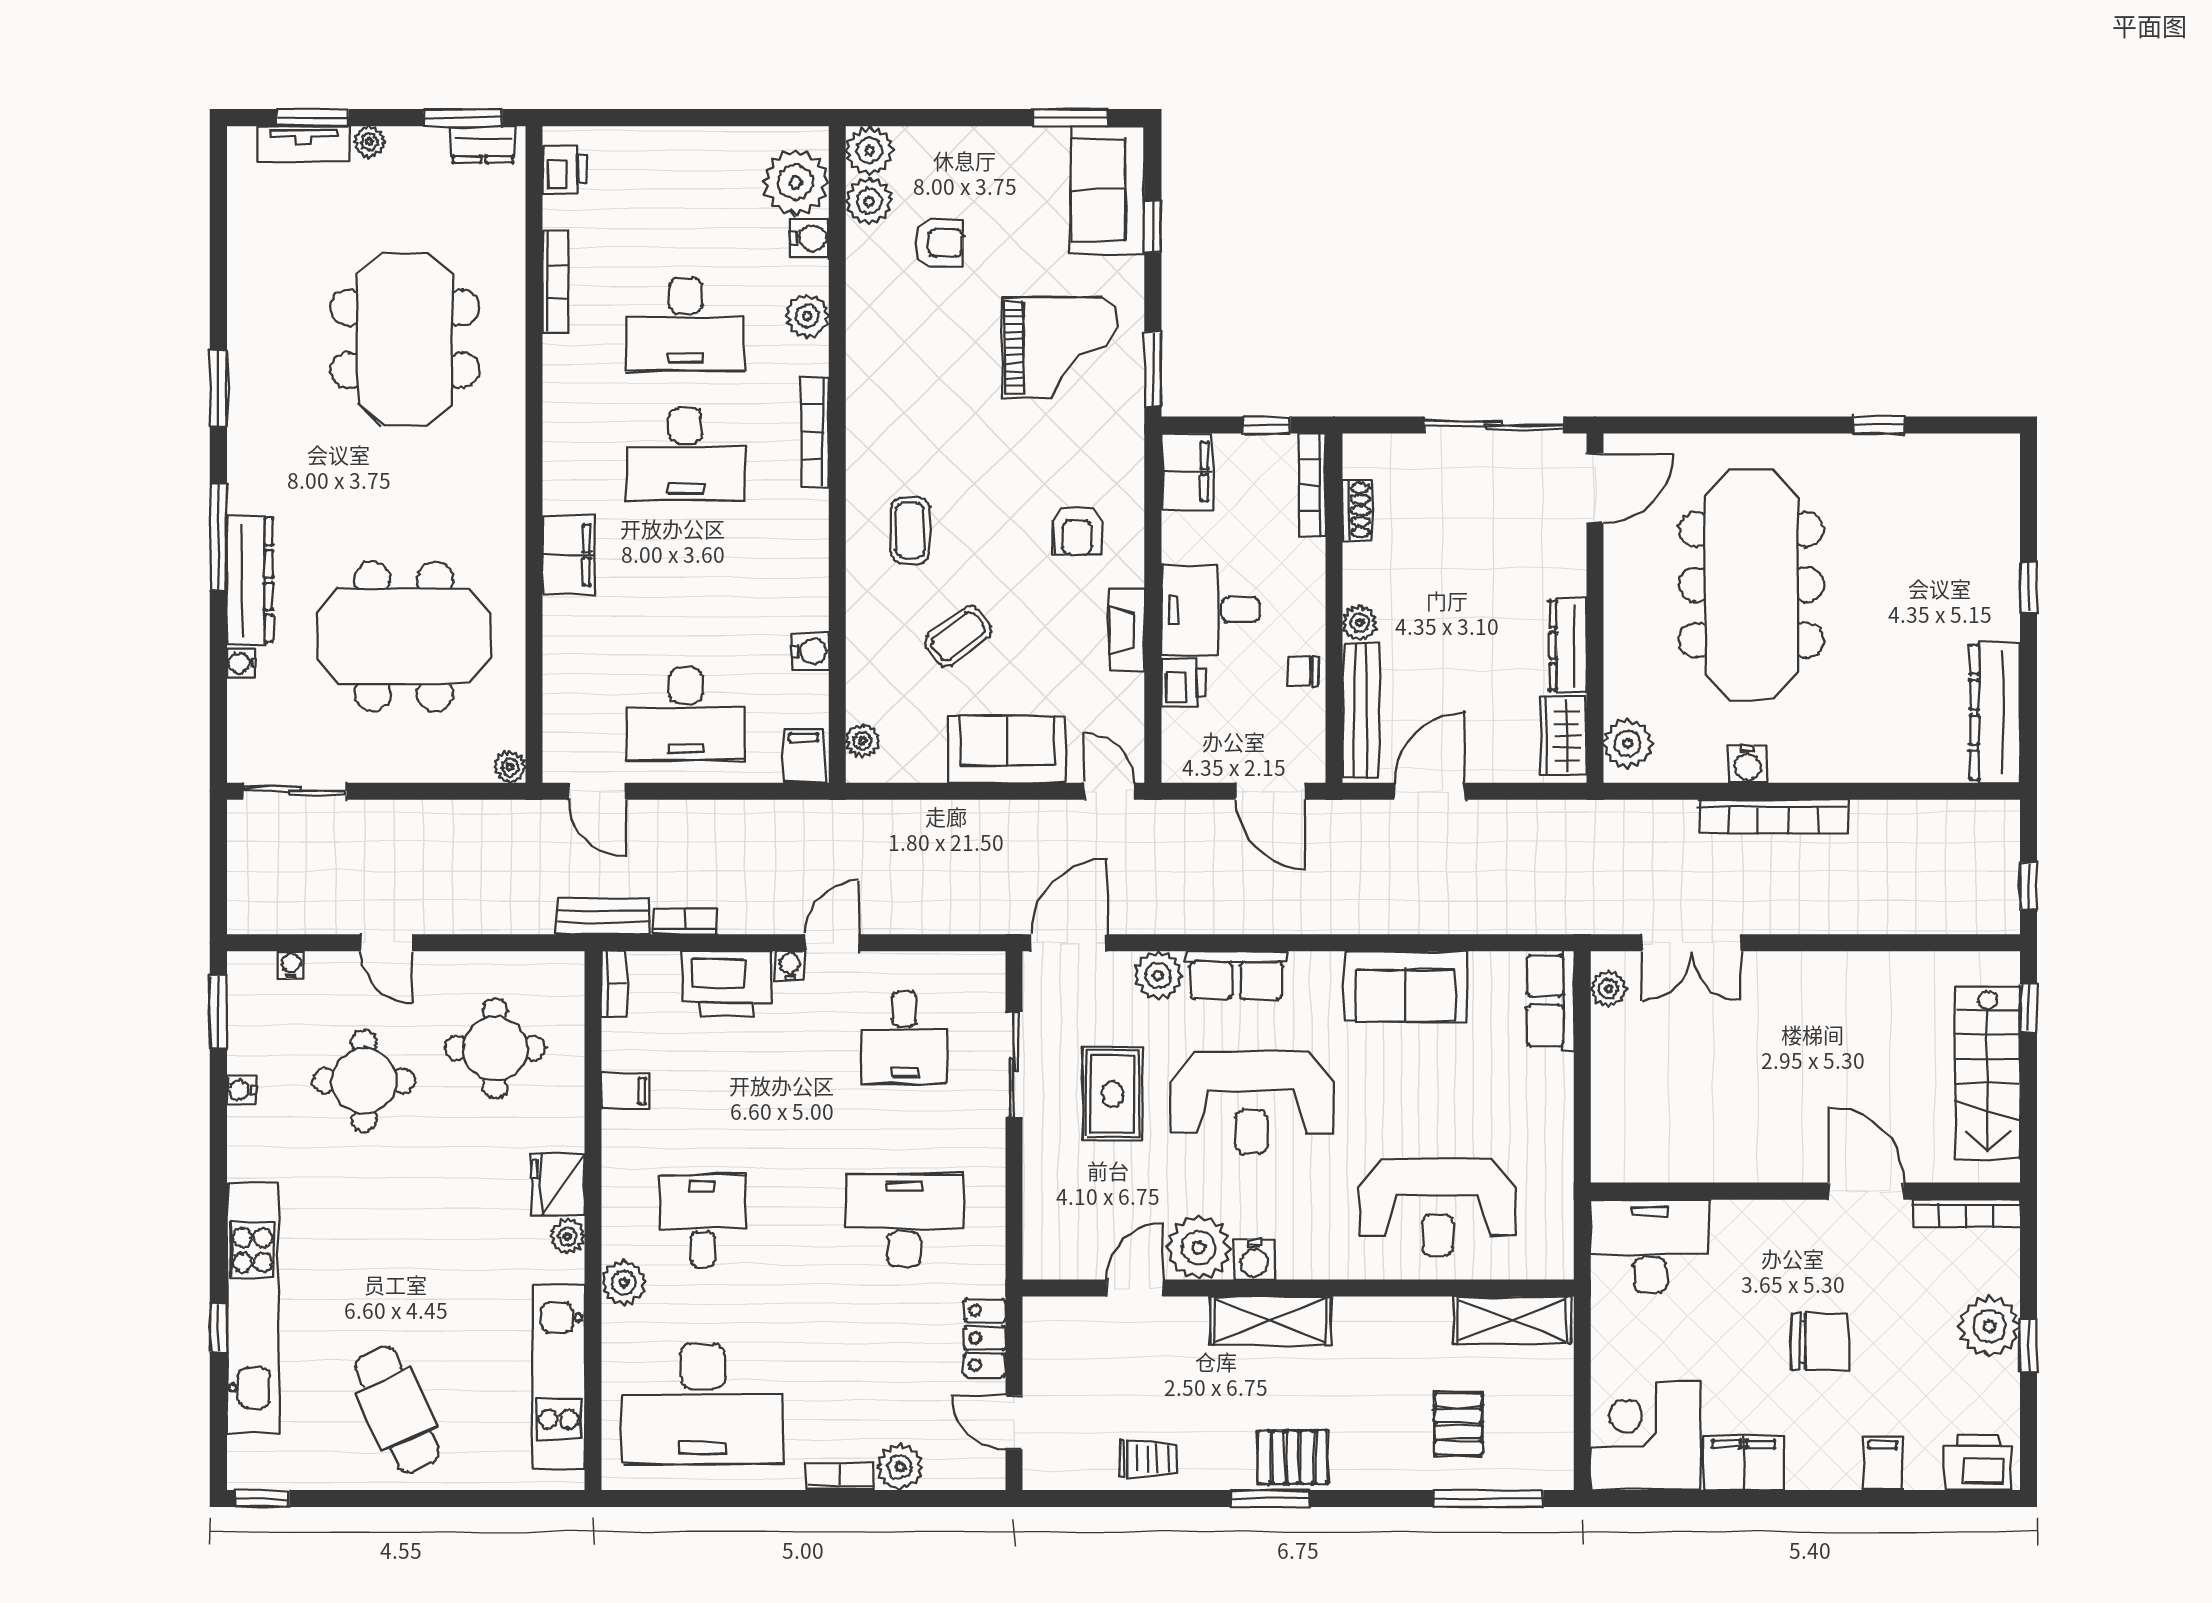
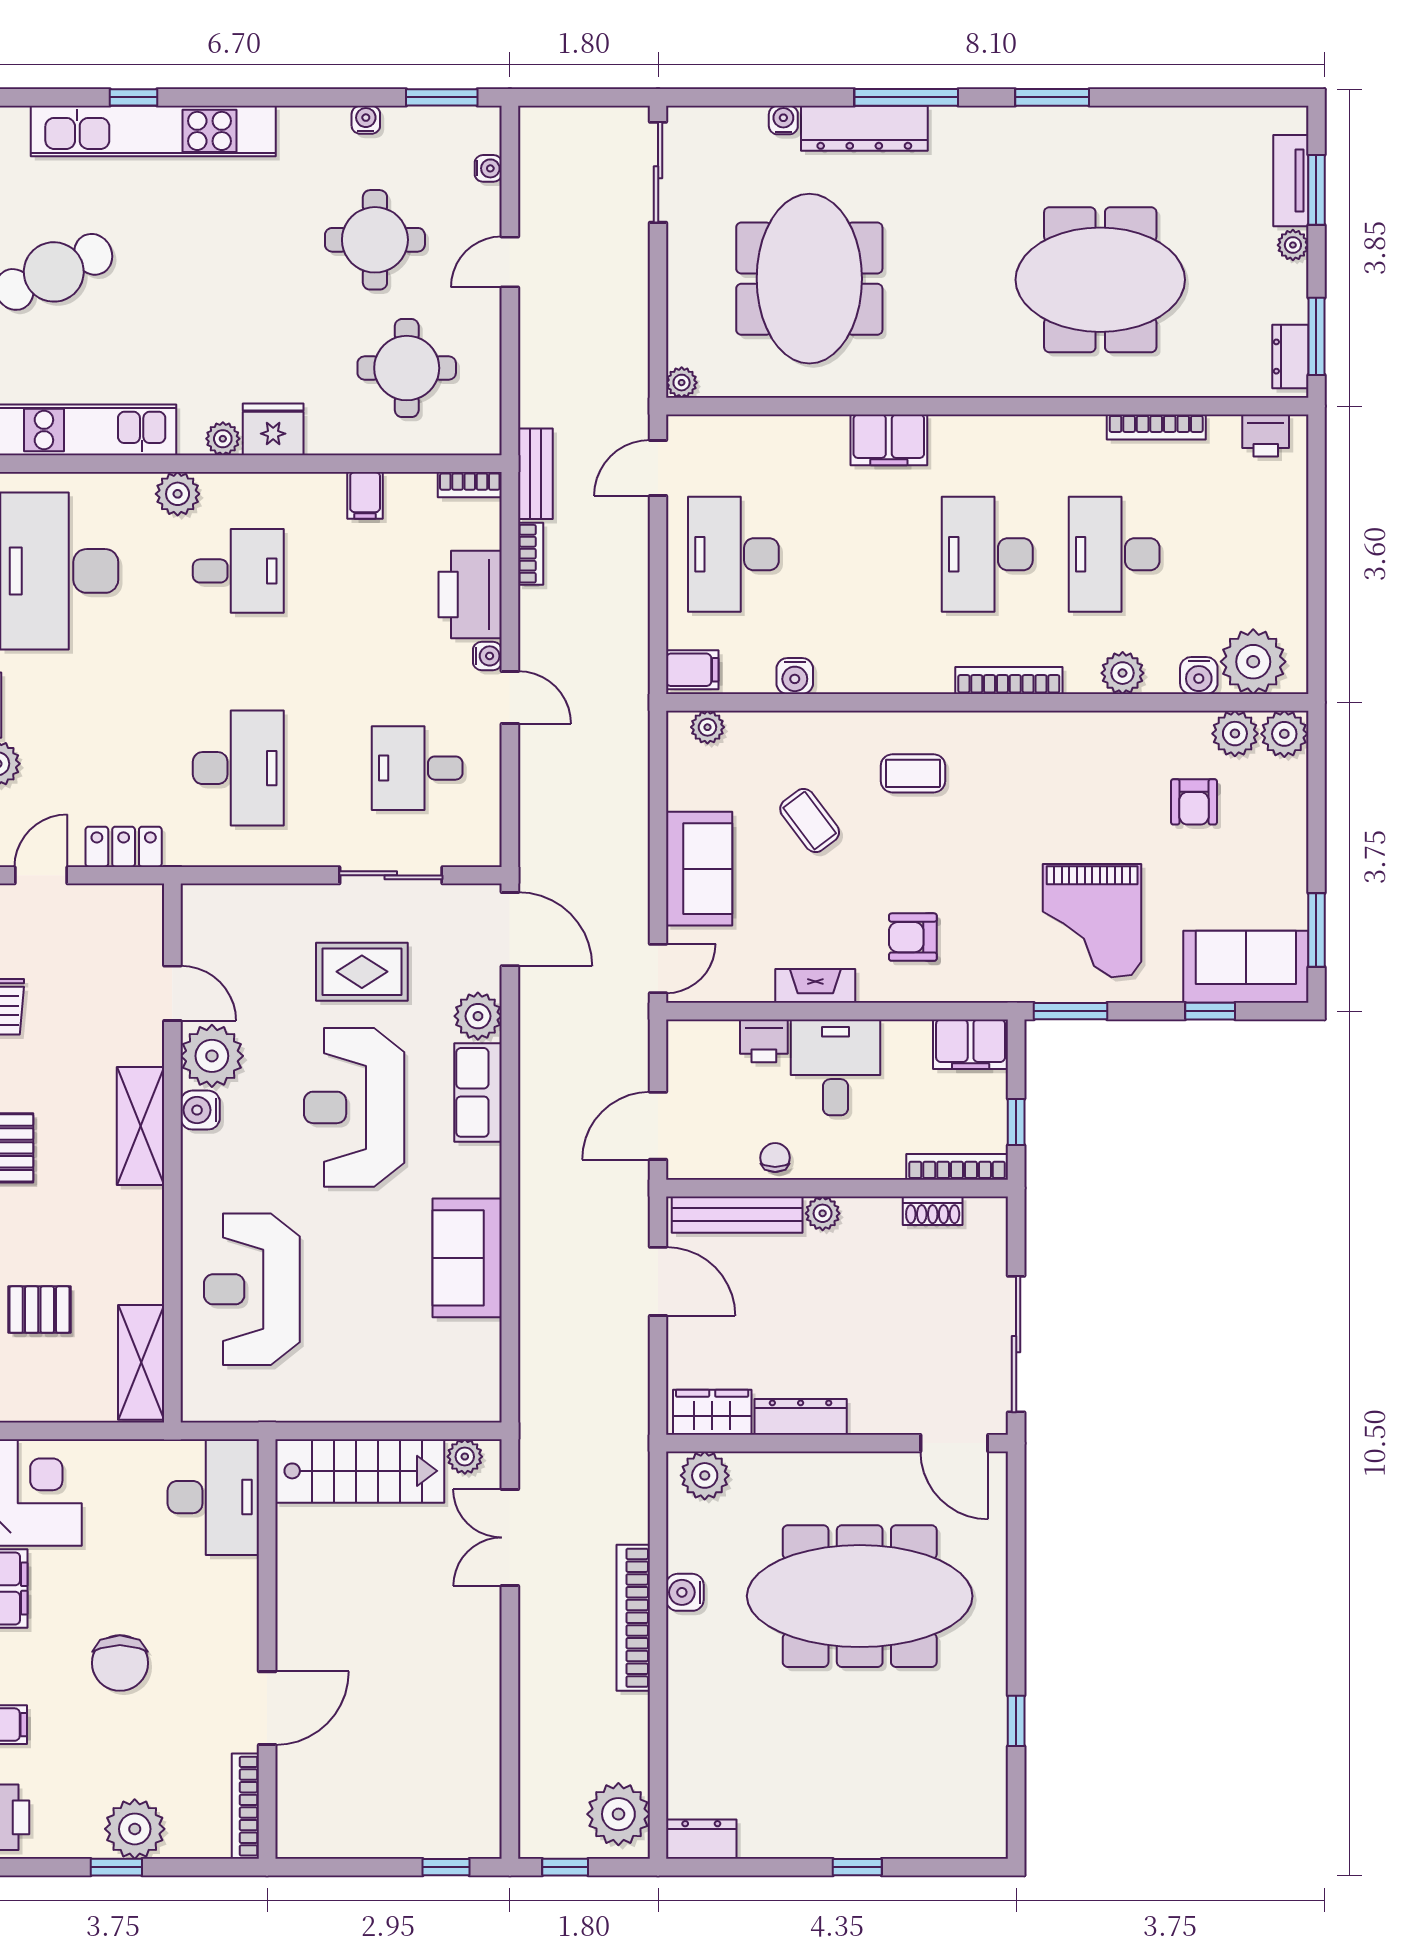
dresser: (1995, 712) -> (701, 1839), width x0.51, depth x0.80
plant: (1974, 832) -> (618, 1814), added
row of seats: (1550, 1001) -> (453, 1399), removed
stairs: (1988, 1073) -> (360, 1471), moved, turned 180

